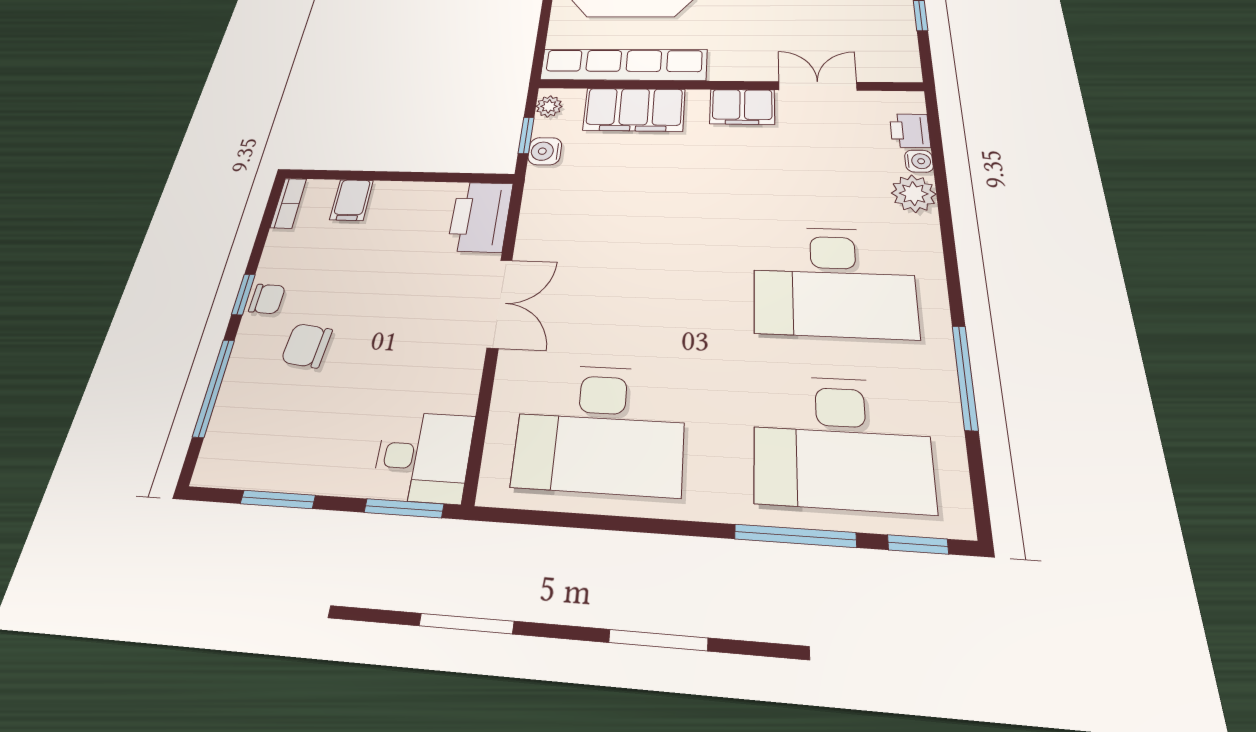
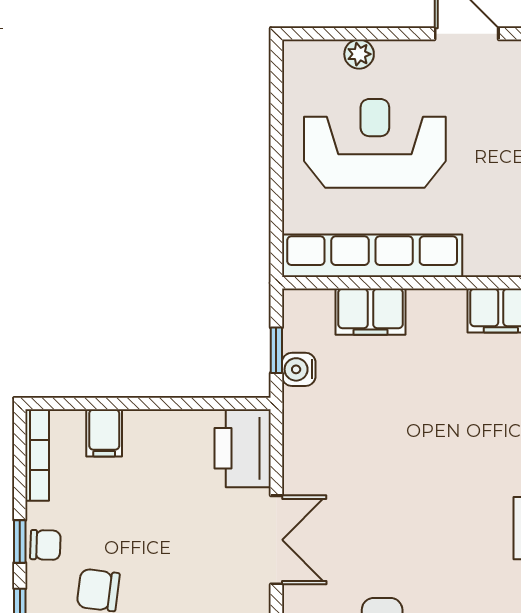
plant: (549, 106) -> (296, 313), removed
filing cabinet: (634, 110) -> (370, 312), width x0.67, depth x0.86
bookcase: (288, 203) -> (37, 455), width x1.56

